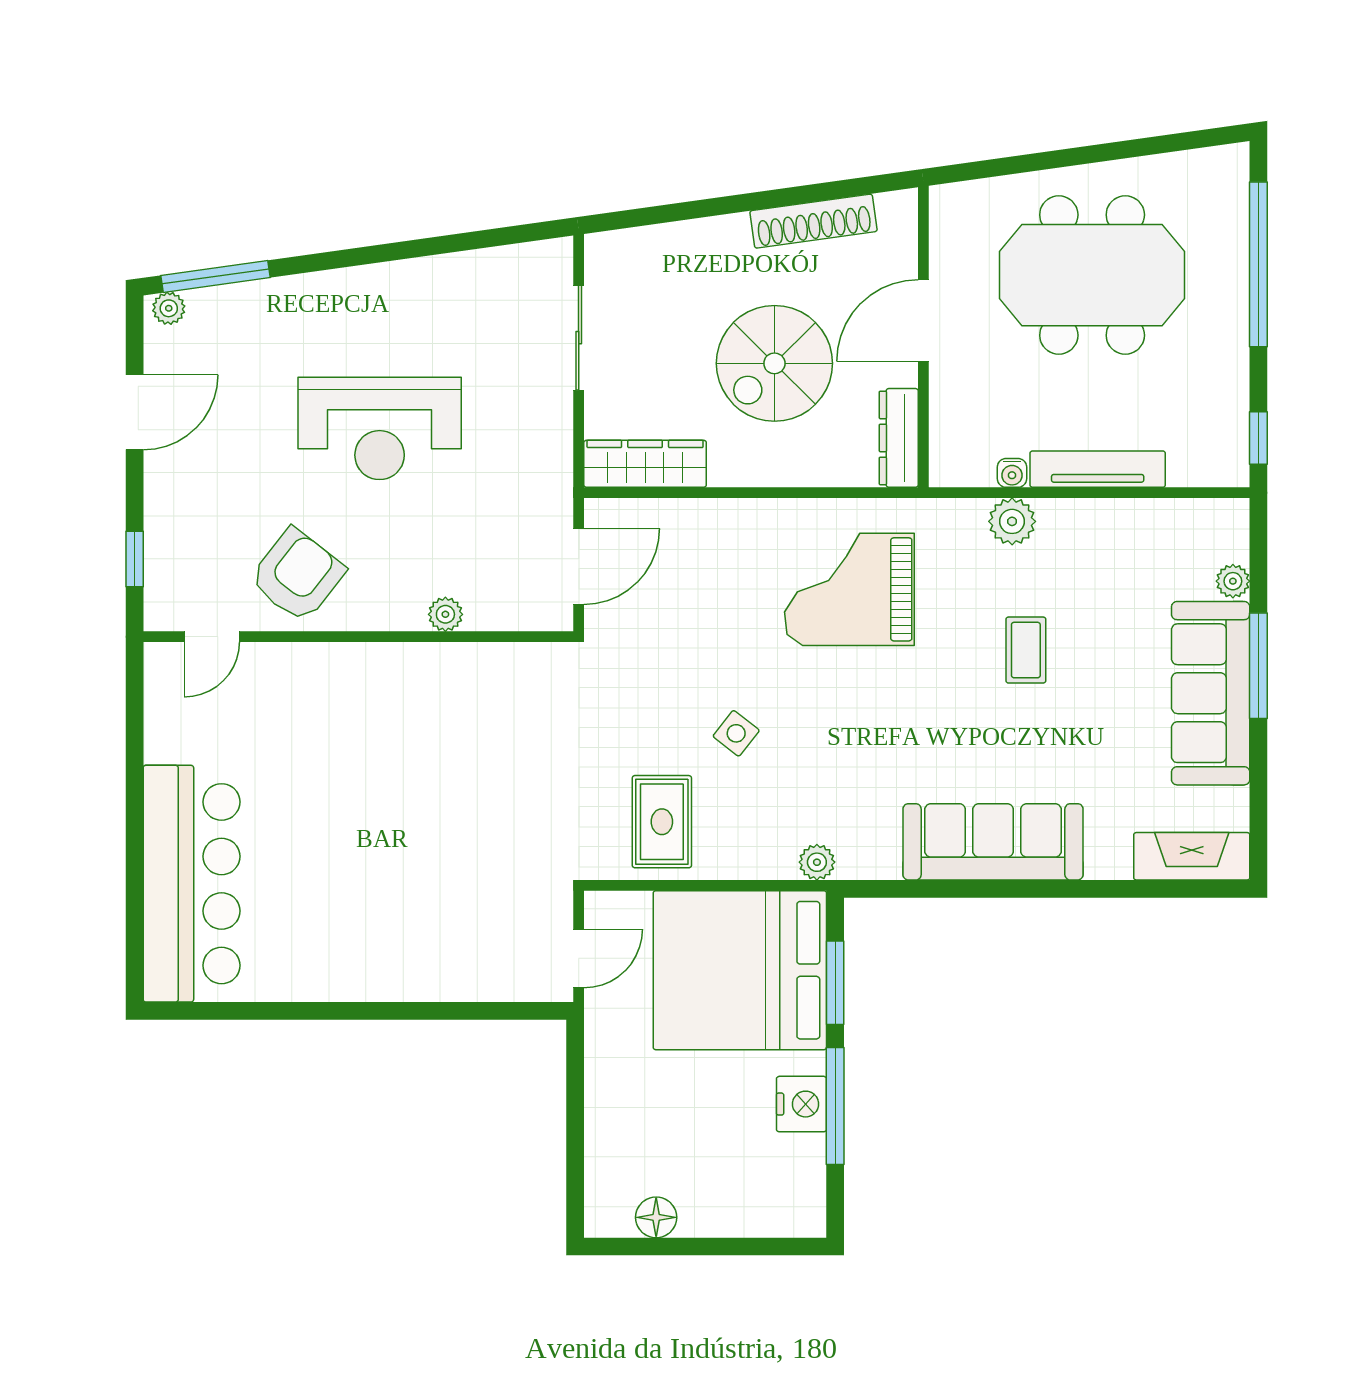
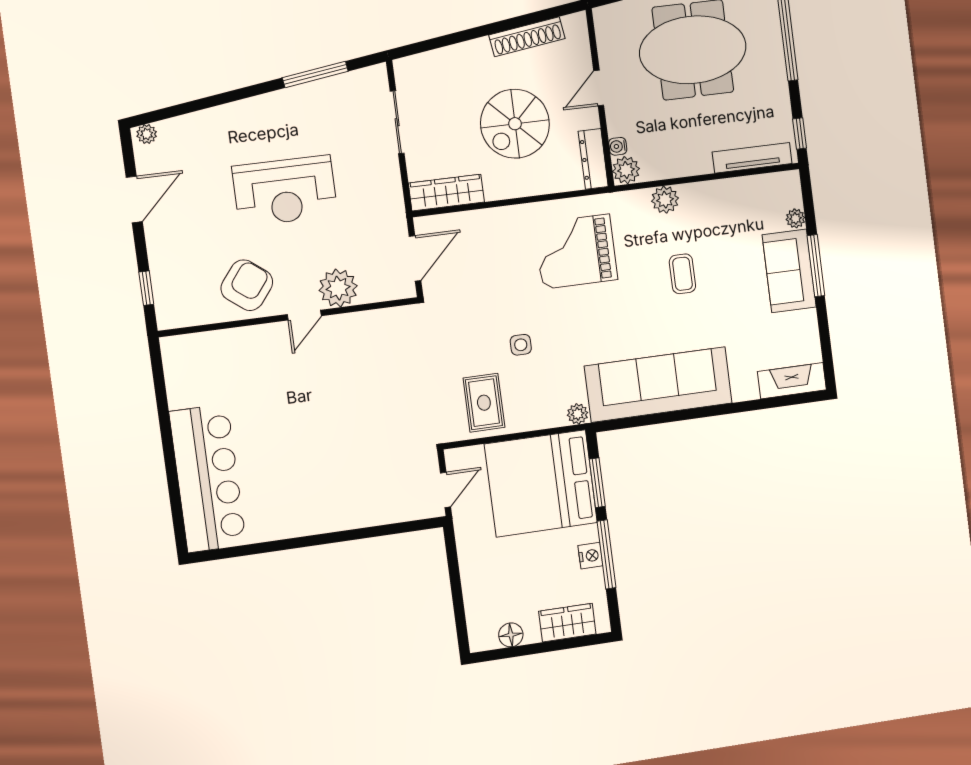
window: (216, 276) -> (315, 74), moved
door: (923, 321) -> (599, 88), width x0.73
plant: (952, 463) -> (626, 170), added
tv unit: (1098, 469) -> (752, 158), moved
water cooler: (1012, 473) -> (618, 146), moved, turned 90
plant: (445, 614) -> (338, 288), width x1.87, depth x1.87
door: (212, 637) -> (304, 315), moved
sofa: (1211, 693) -> (789, 271), width x0.73
side table: (736, 733) -> (521, 345), turned -38
sofa: (993, 842) -> (658, 385), width x1.36, depth x1.27
nightstand: (802, 1104) -> (590, 556), width x0.74, depth x0.75
wardrobe: (754, 1211) -> (567, 623), added

